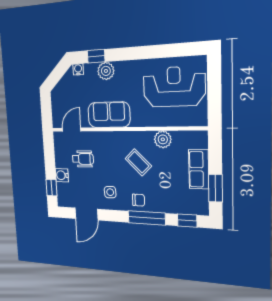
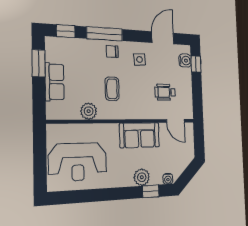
door: (72, 130) -> (175, 121), hinge flipped
coffee table: (138, 162) -> (112, 89), turned 45
water cooler: (62, 175) -> (185, 61), moved

